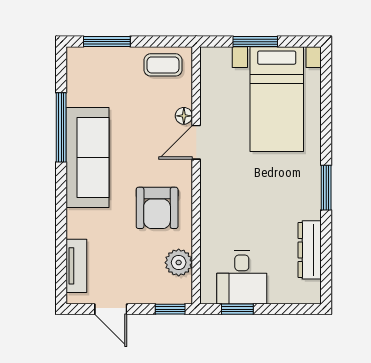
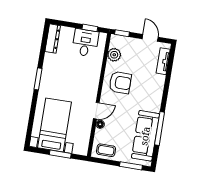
sofa: (87, 157) -> (145, 136), moved
armchair: (157, 208) -> (120, 83), turned 90
dresser: (310, 250) -> (53, 39), moved

